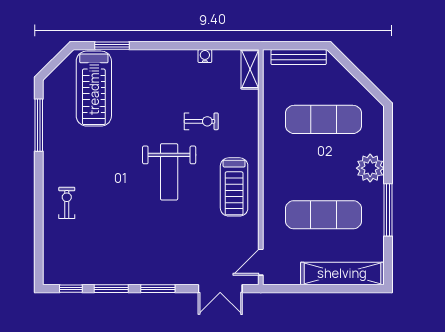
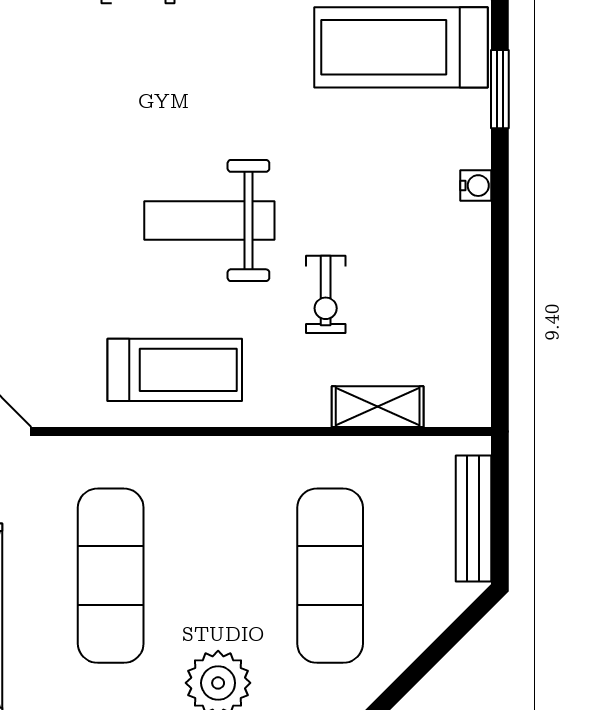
water cooler: (205, 56) -> (476, 186), moved
shelving: (250, 69) -> (378, 407), moved
treadmill: (234, 187) -> (175, 370), turned 180

